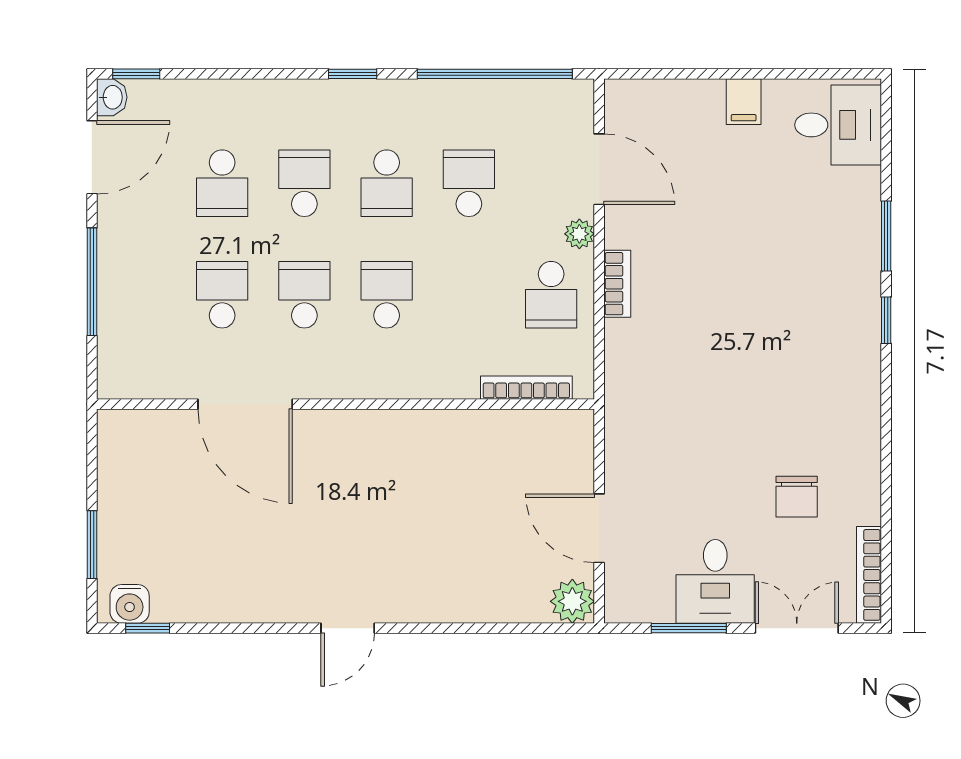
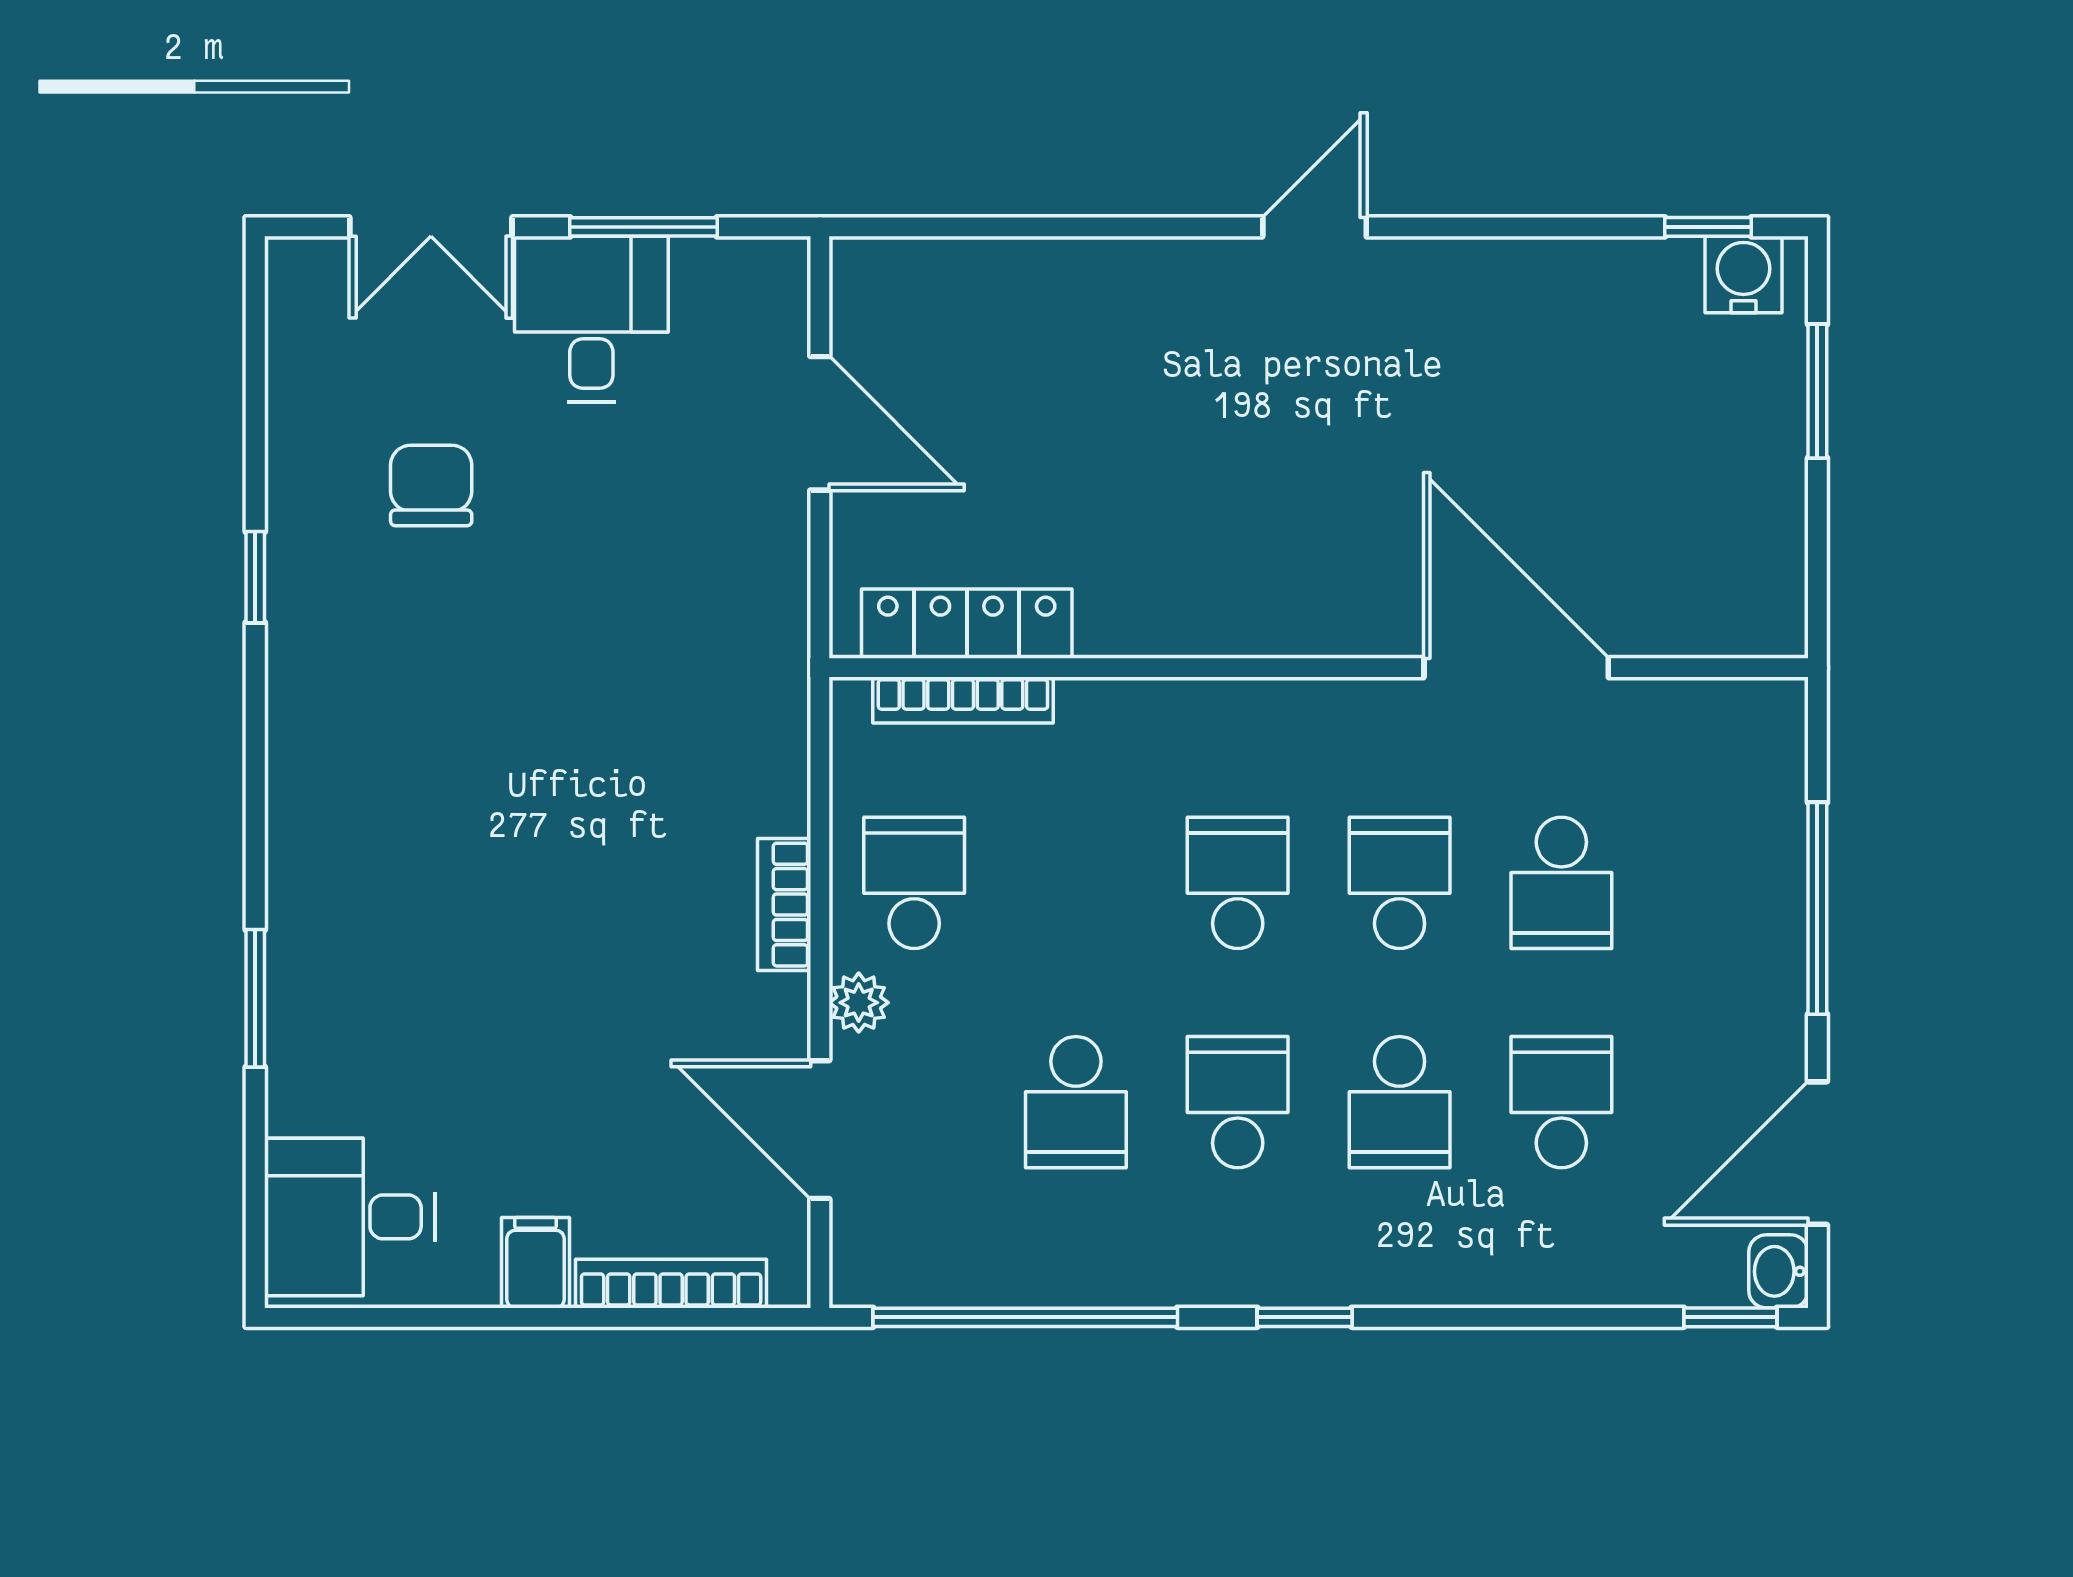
school desk: (304, 295) -> (1400, 883), turned 180
school desk: (387, 295) -> (1238, 883), turned 180
window: (886, 320) -> (255, 577), moved
locker: (524, 427) -> (967, 624), added
bookcase: (869, 575) -> (671, 1284), moved, turned -90
plant: (572, 601) -> (873, 280), removed

